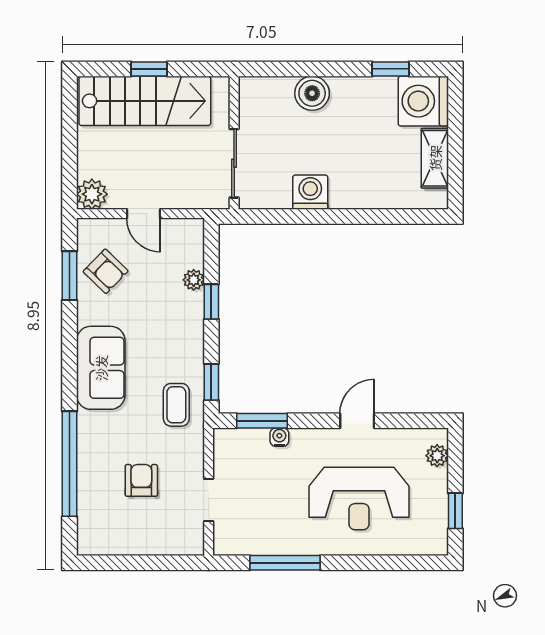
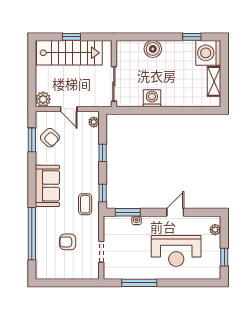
plant: (194, 280) -> (94, 122), moved
armchair: (141, 480) -> (68, 242), turned -90

